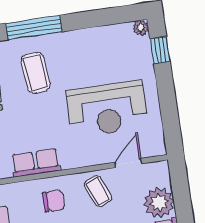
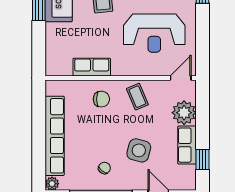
door: (128, 163) -> (181, 78), moved

